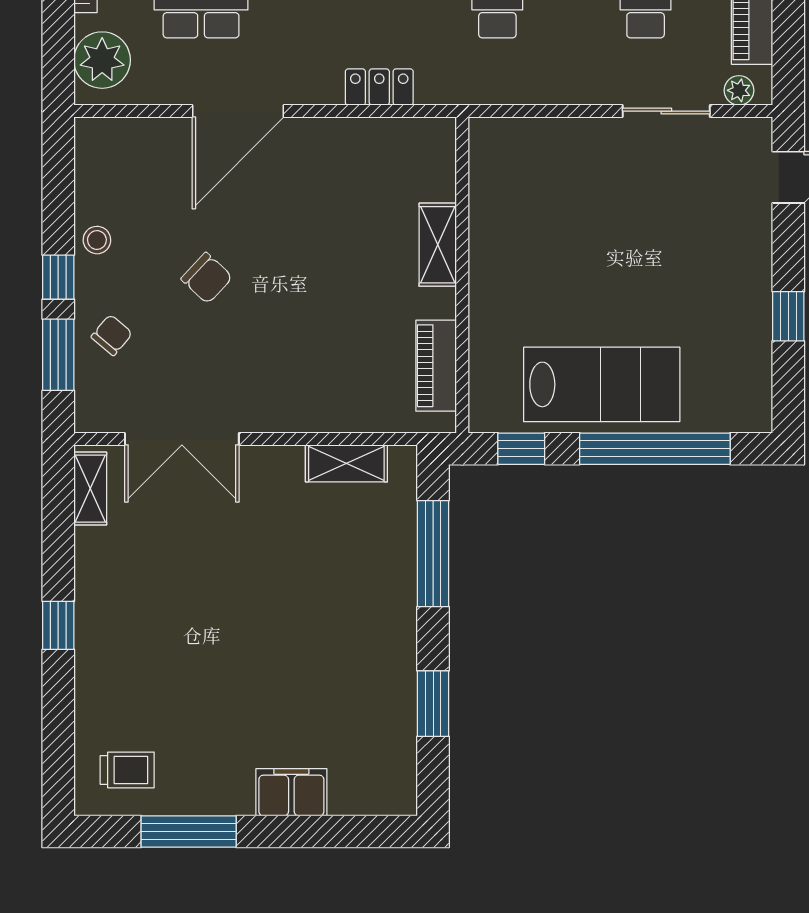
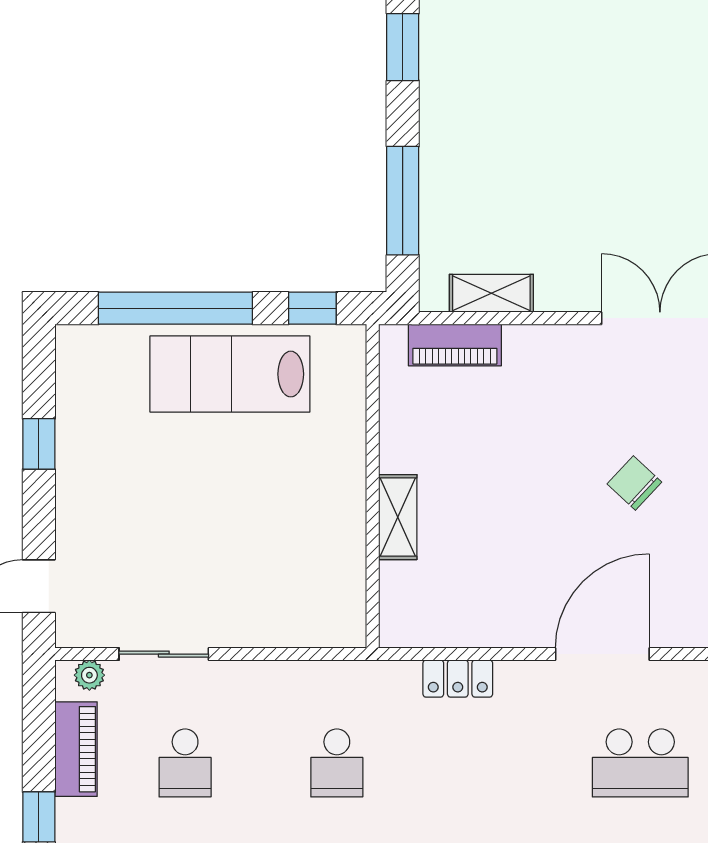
piano: (436, 366) -> (455, 345), moved, turned 90

